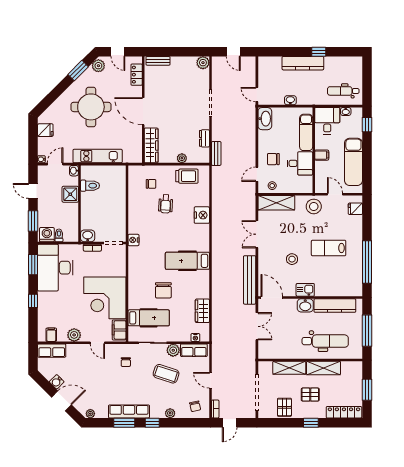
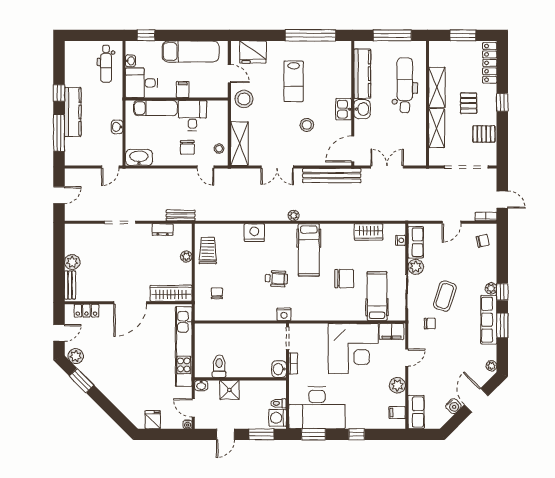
window: (285, 52) -> (59, 133), added
plant: (203, 63) -> (72, 262), moved
round table: (91, 107) -> (125, 365), removed
kitchen unit: (98, 156) -> (184, 347), width x1.36
door: (335, 194) -> (229, 74), swing flipped
wheelchair: (166, 204) -> (276, 279), moved
fridge: (355, 209) -> (253, 52), width x1.88, depth x1.34
plant: (216, 248) -> (294, 216), added
coffee table: (166, 374) -> (445, 296), moved
plant: (170, 413) -> (491, 288), moved

